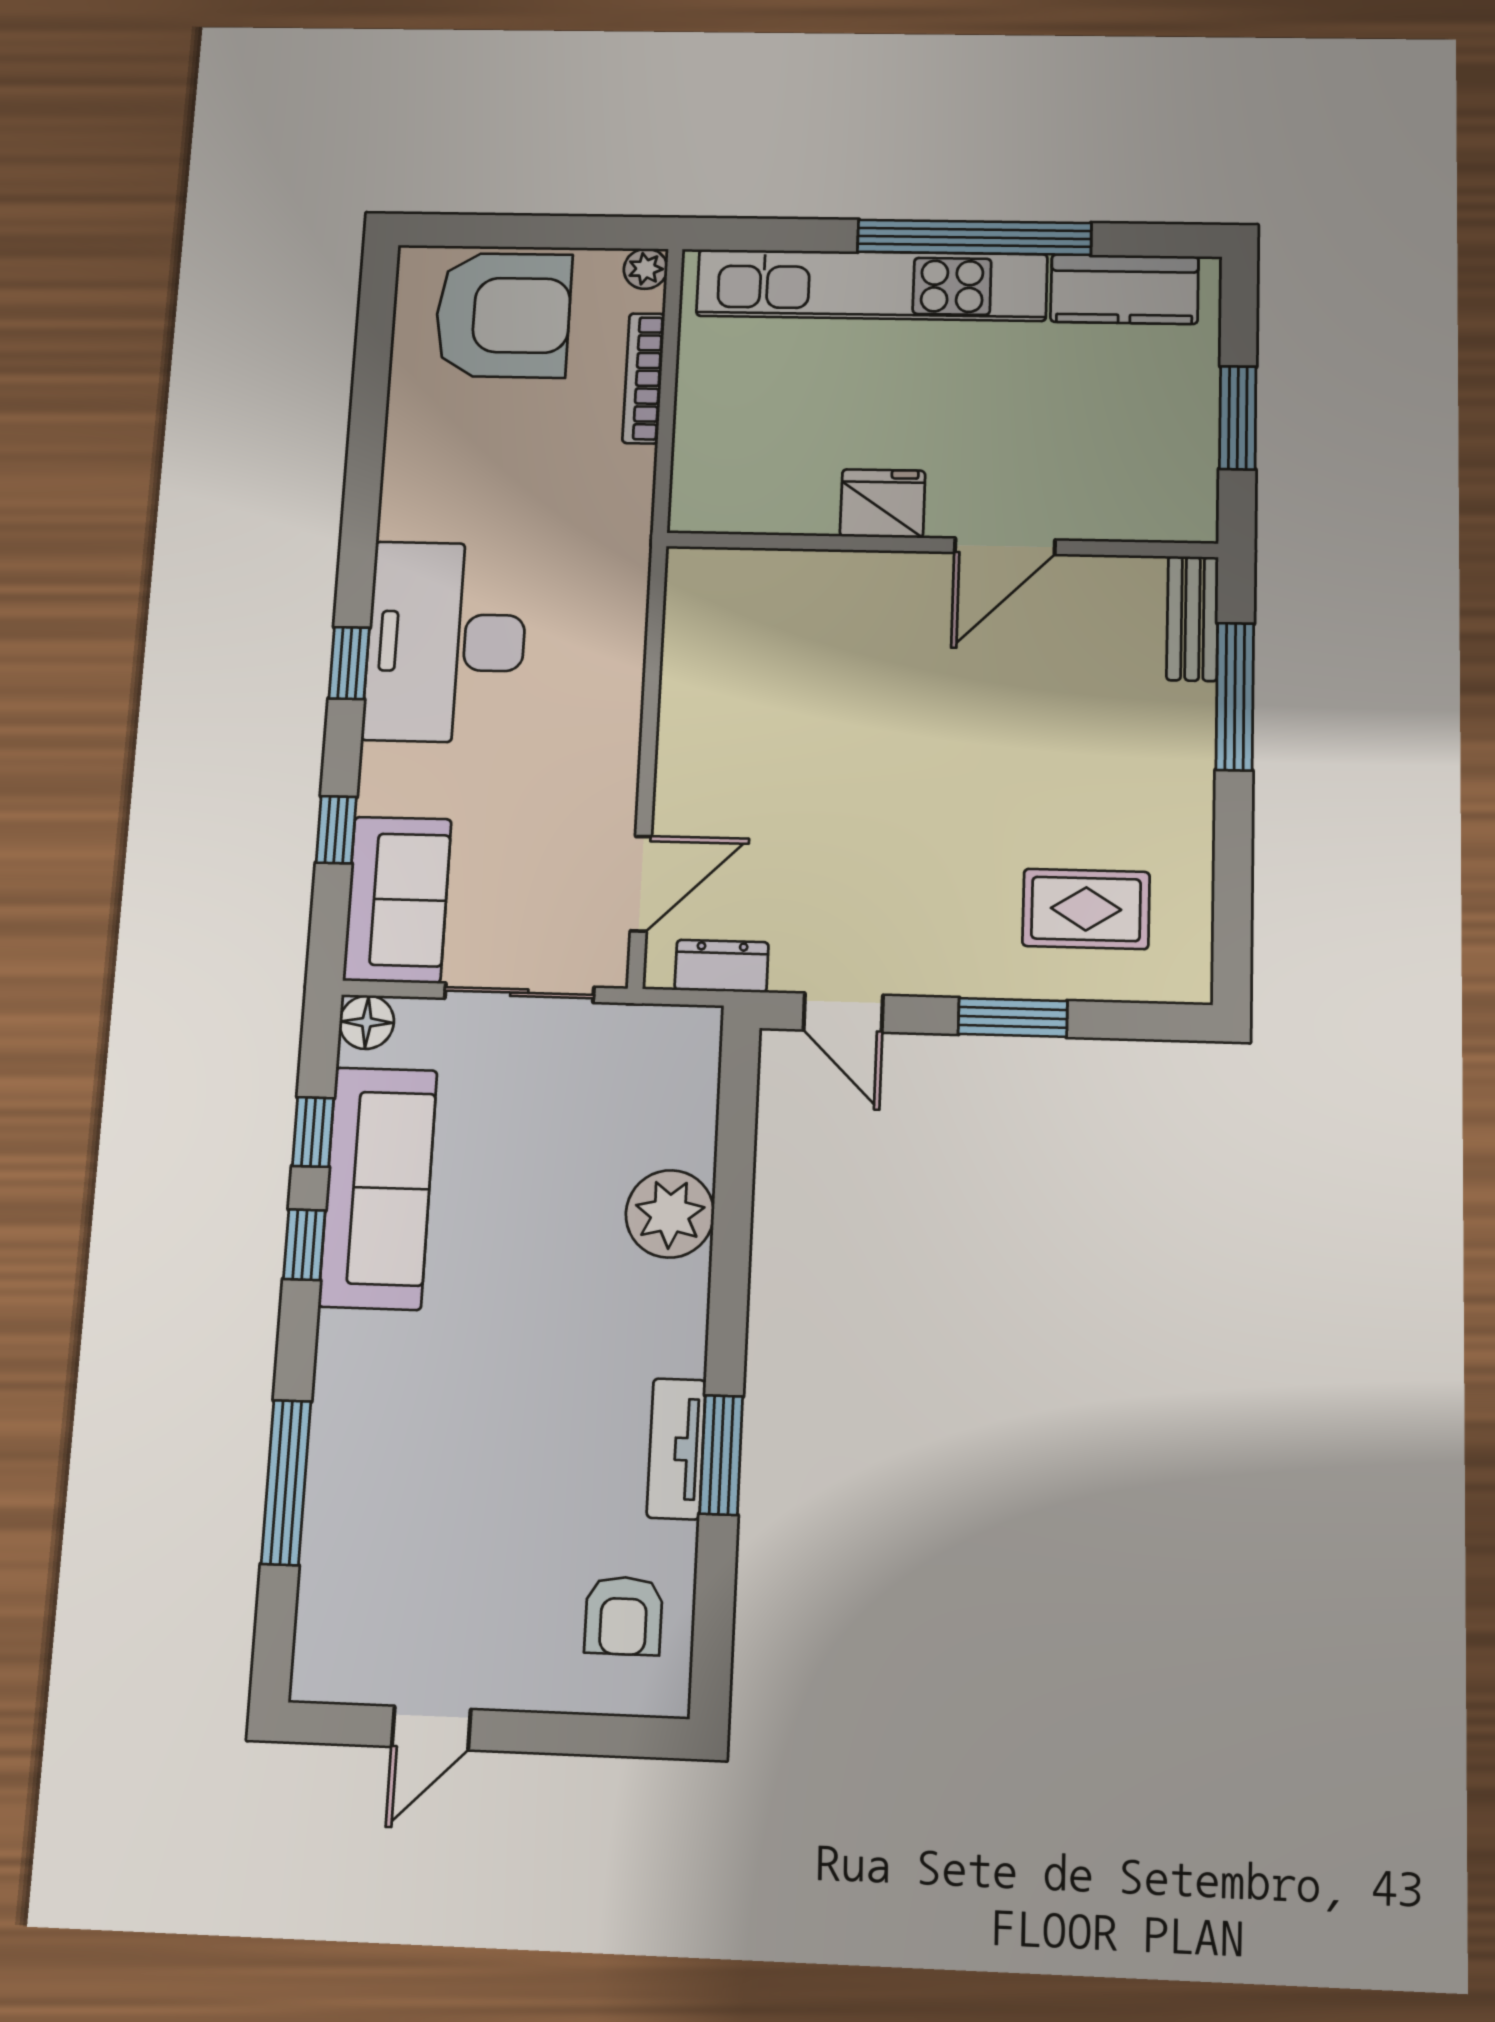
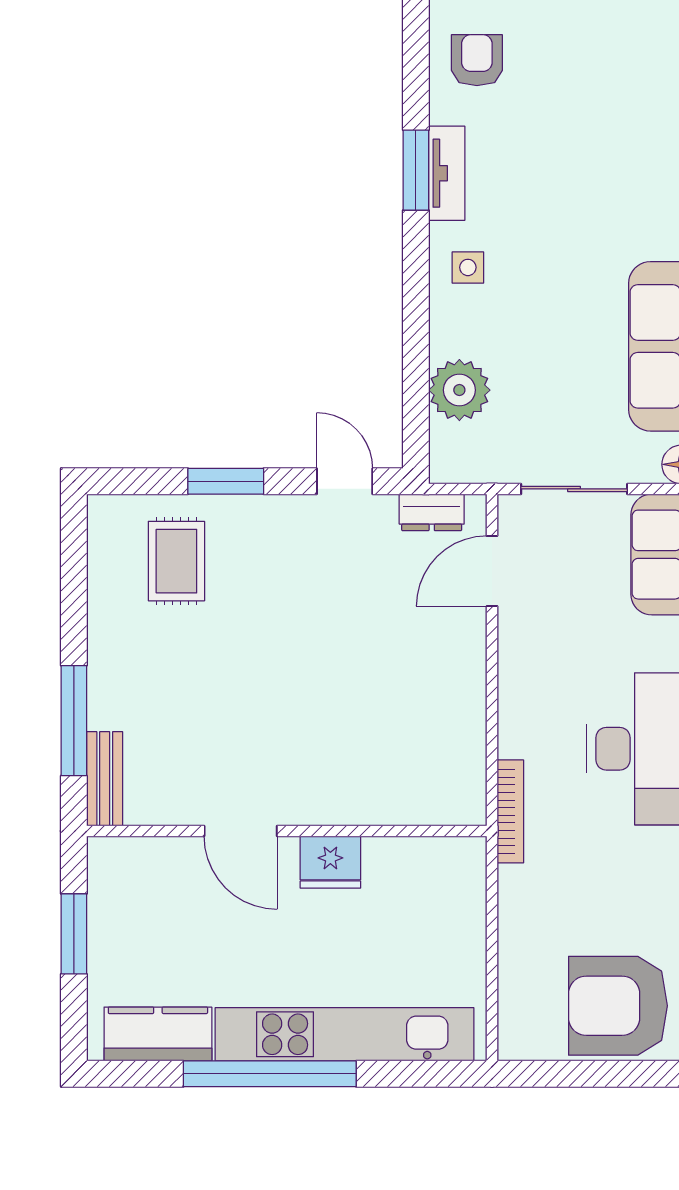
plant: (646, 269) -> (513, 1045), removed
bookcase: (644, 378) -> (510, 811), moved
door: (1005, 546) -> (241, 831), swing flipped
rug: (1086, 909) -> (176, 561), turned 90
plant: (670, 1214) -> (459, 390), moved
side table: (653, 1310) -> (468, 267), added

